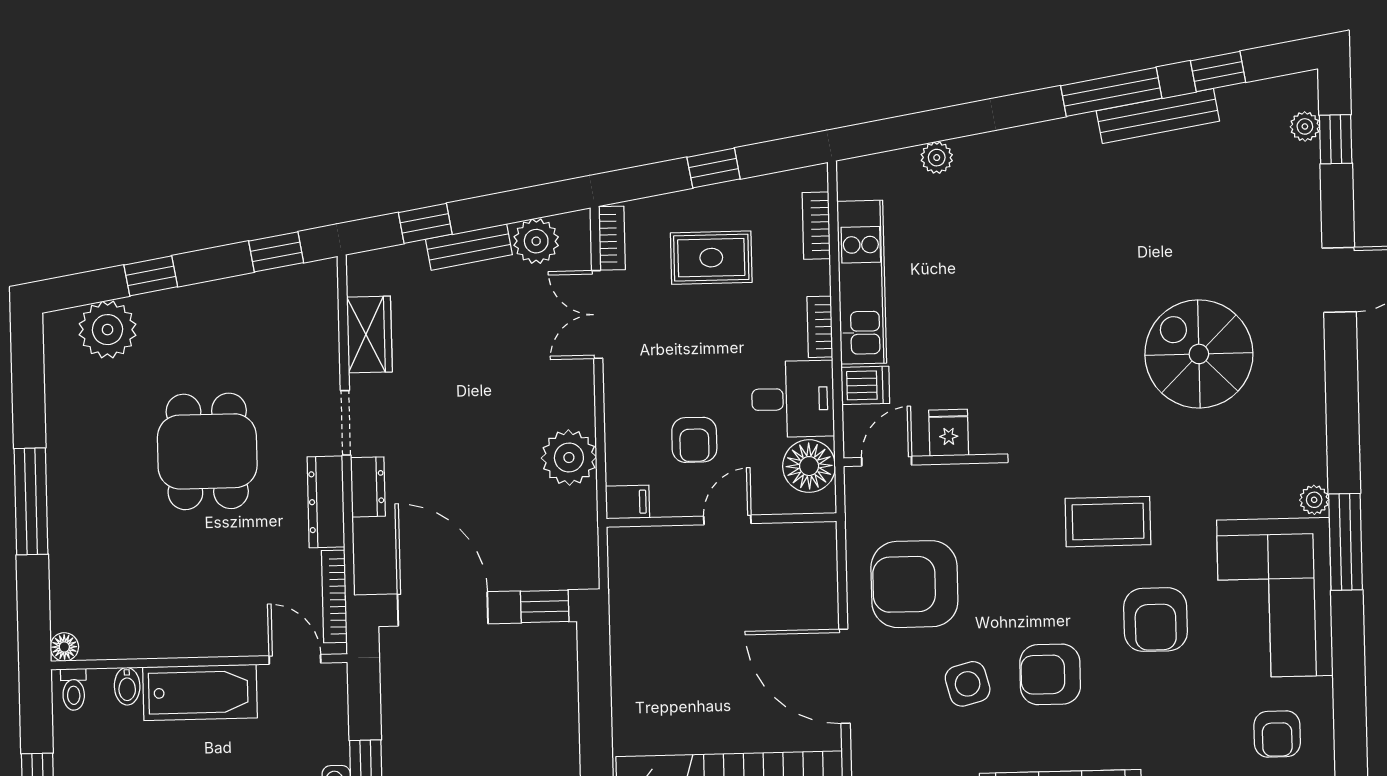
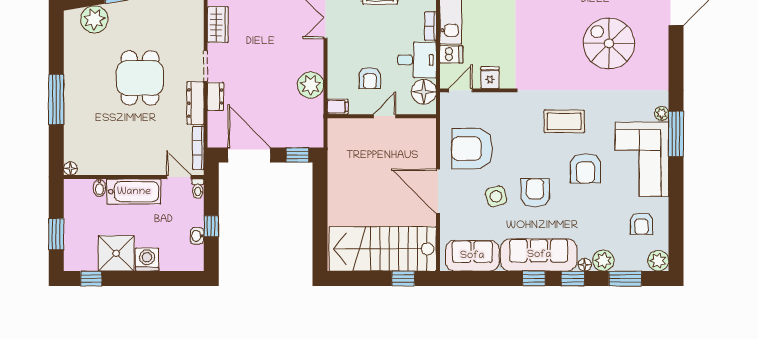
armchair: (1050, 674) -> (535, 193), turned 90
toilet: (74, 689) -> (198, 189), moved

